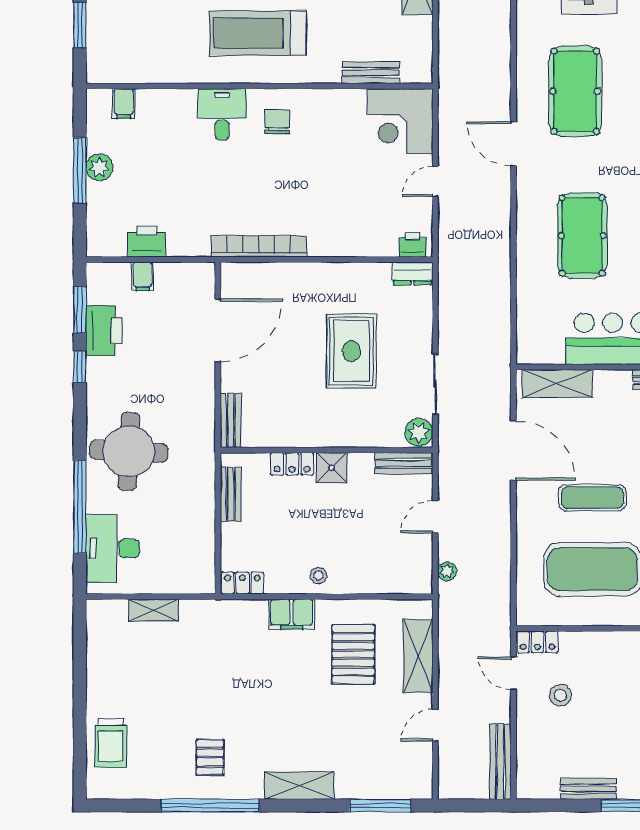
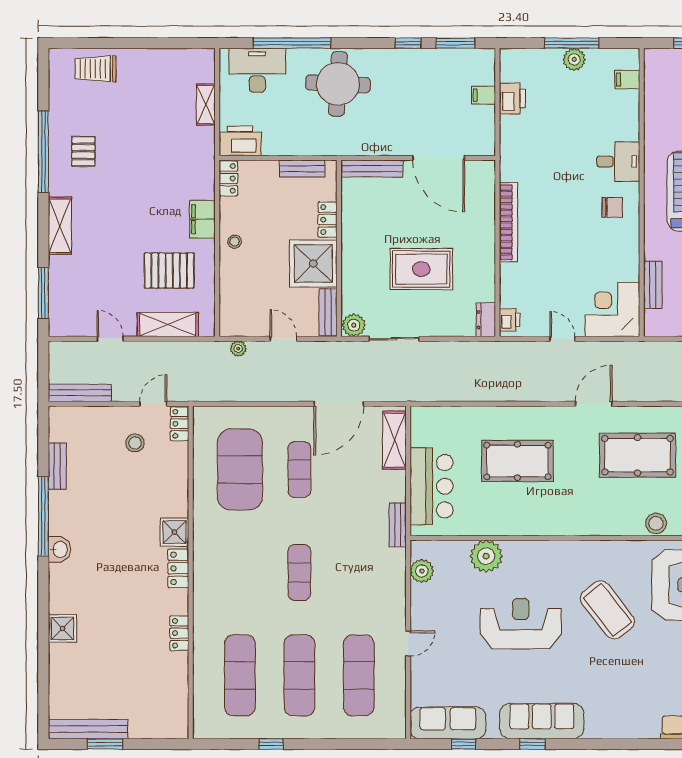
bookcase: (259, 246) -> (508, 222), moved
printer: (104, 331) -> (240, 141), moved, turned 180
bench: (231, 420) -> (372, 169), width x1.36
shower: (332, 468) -> (313, 264), width x1.86, depth x1.86
pallet: (210, 757) -> (83, 151), turned 90

